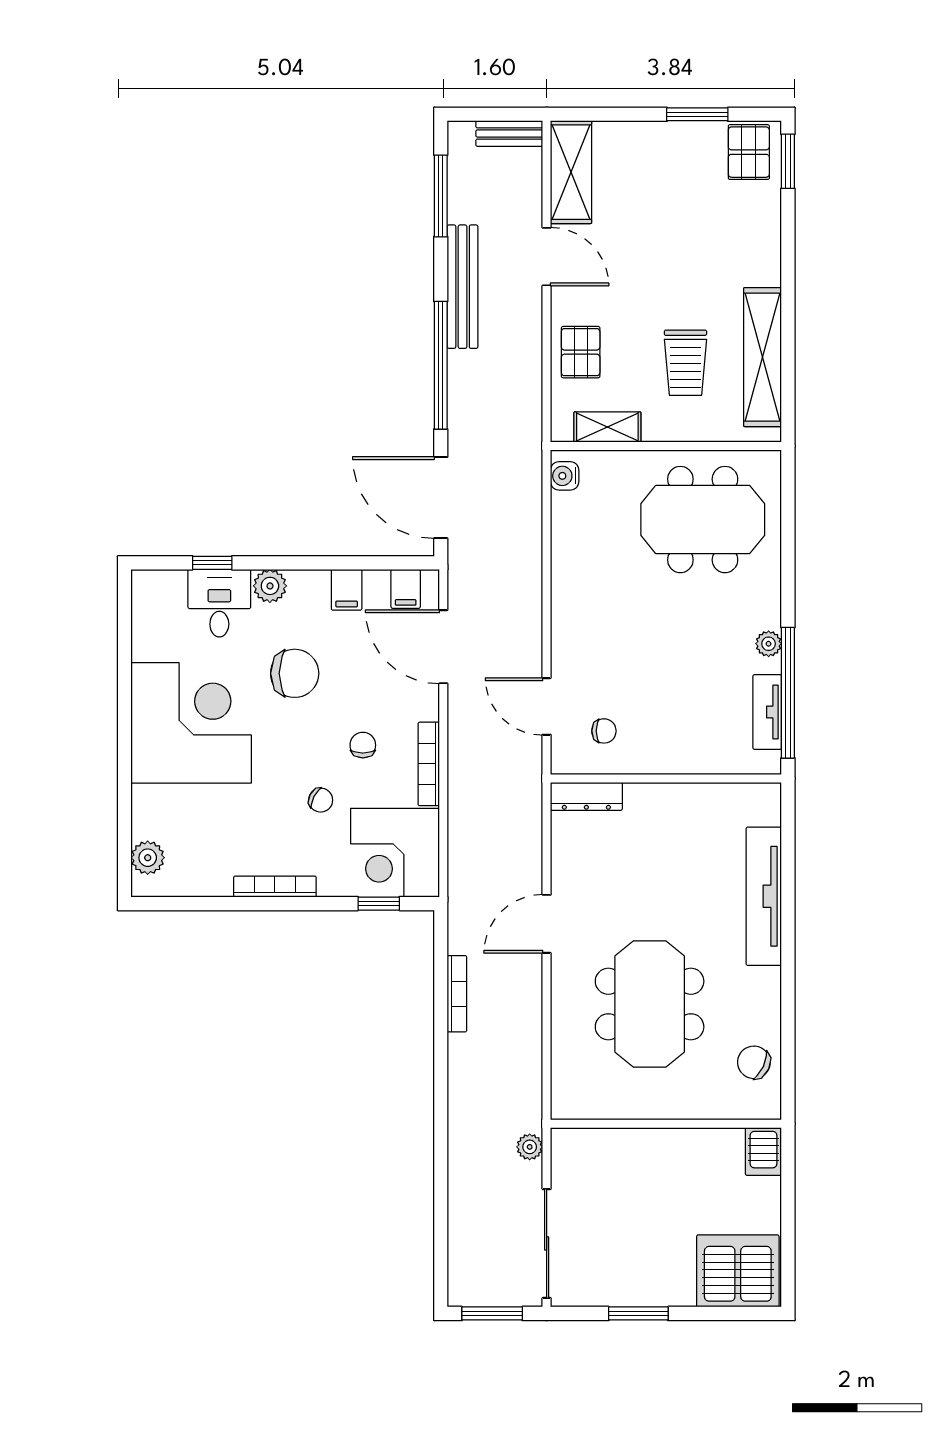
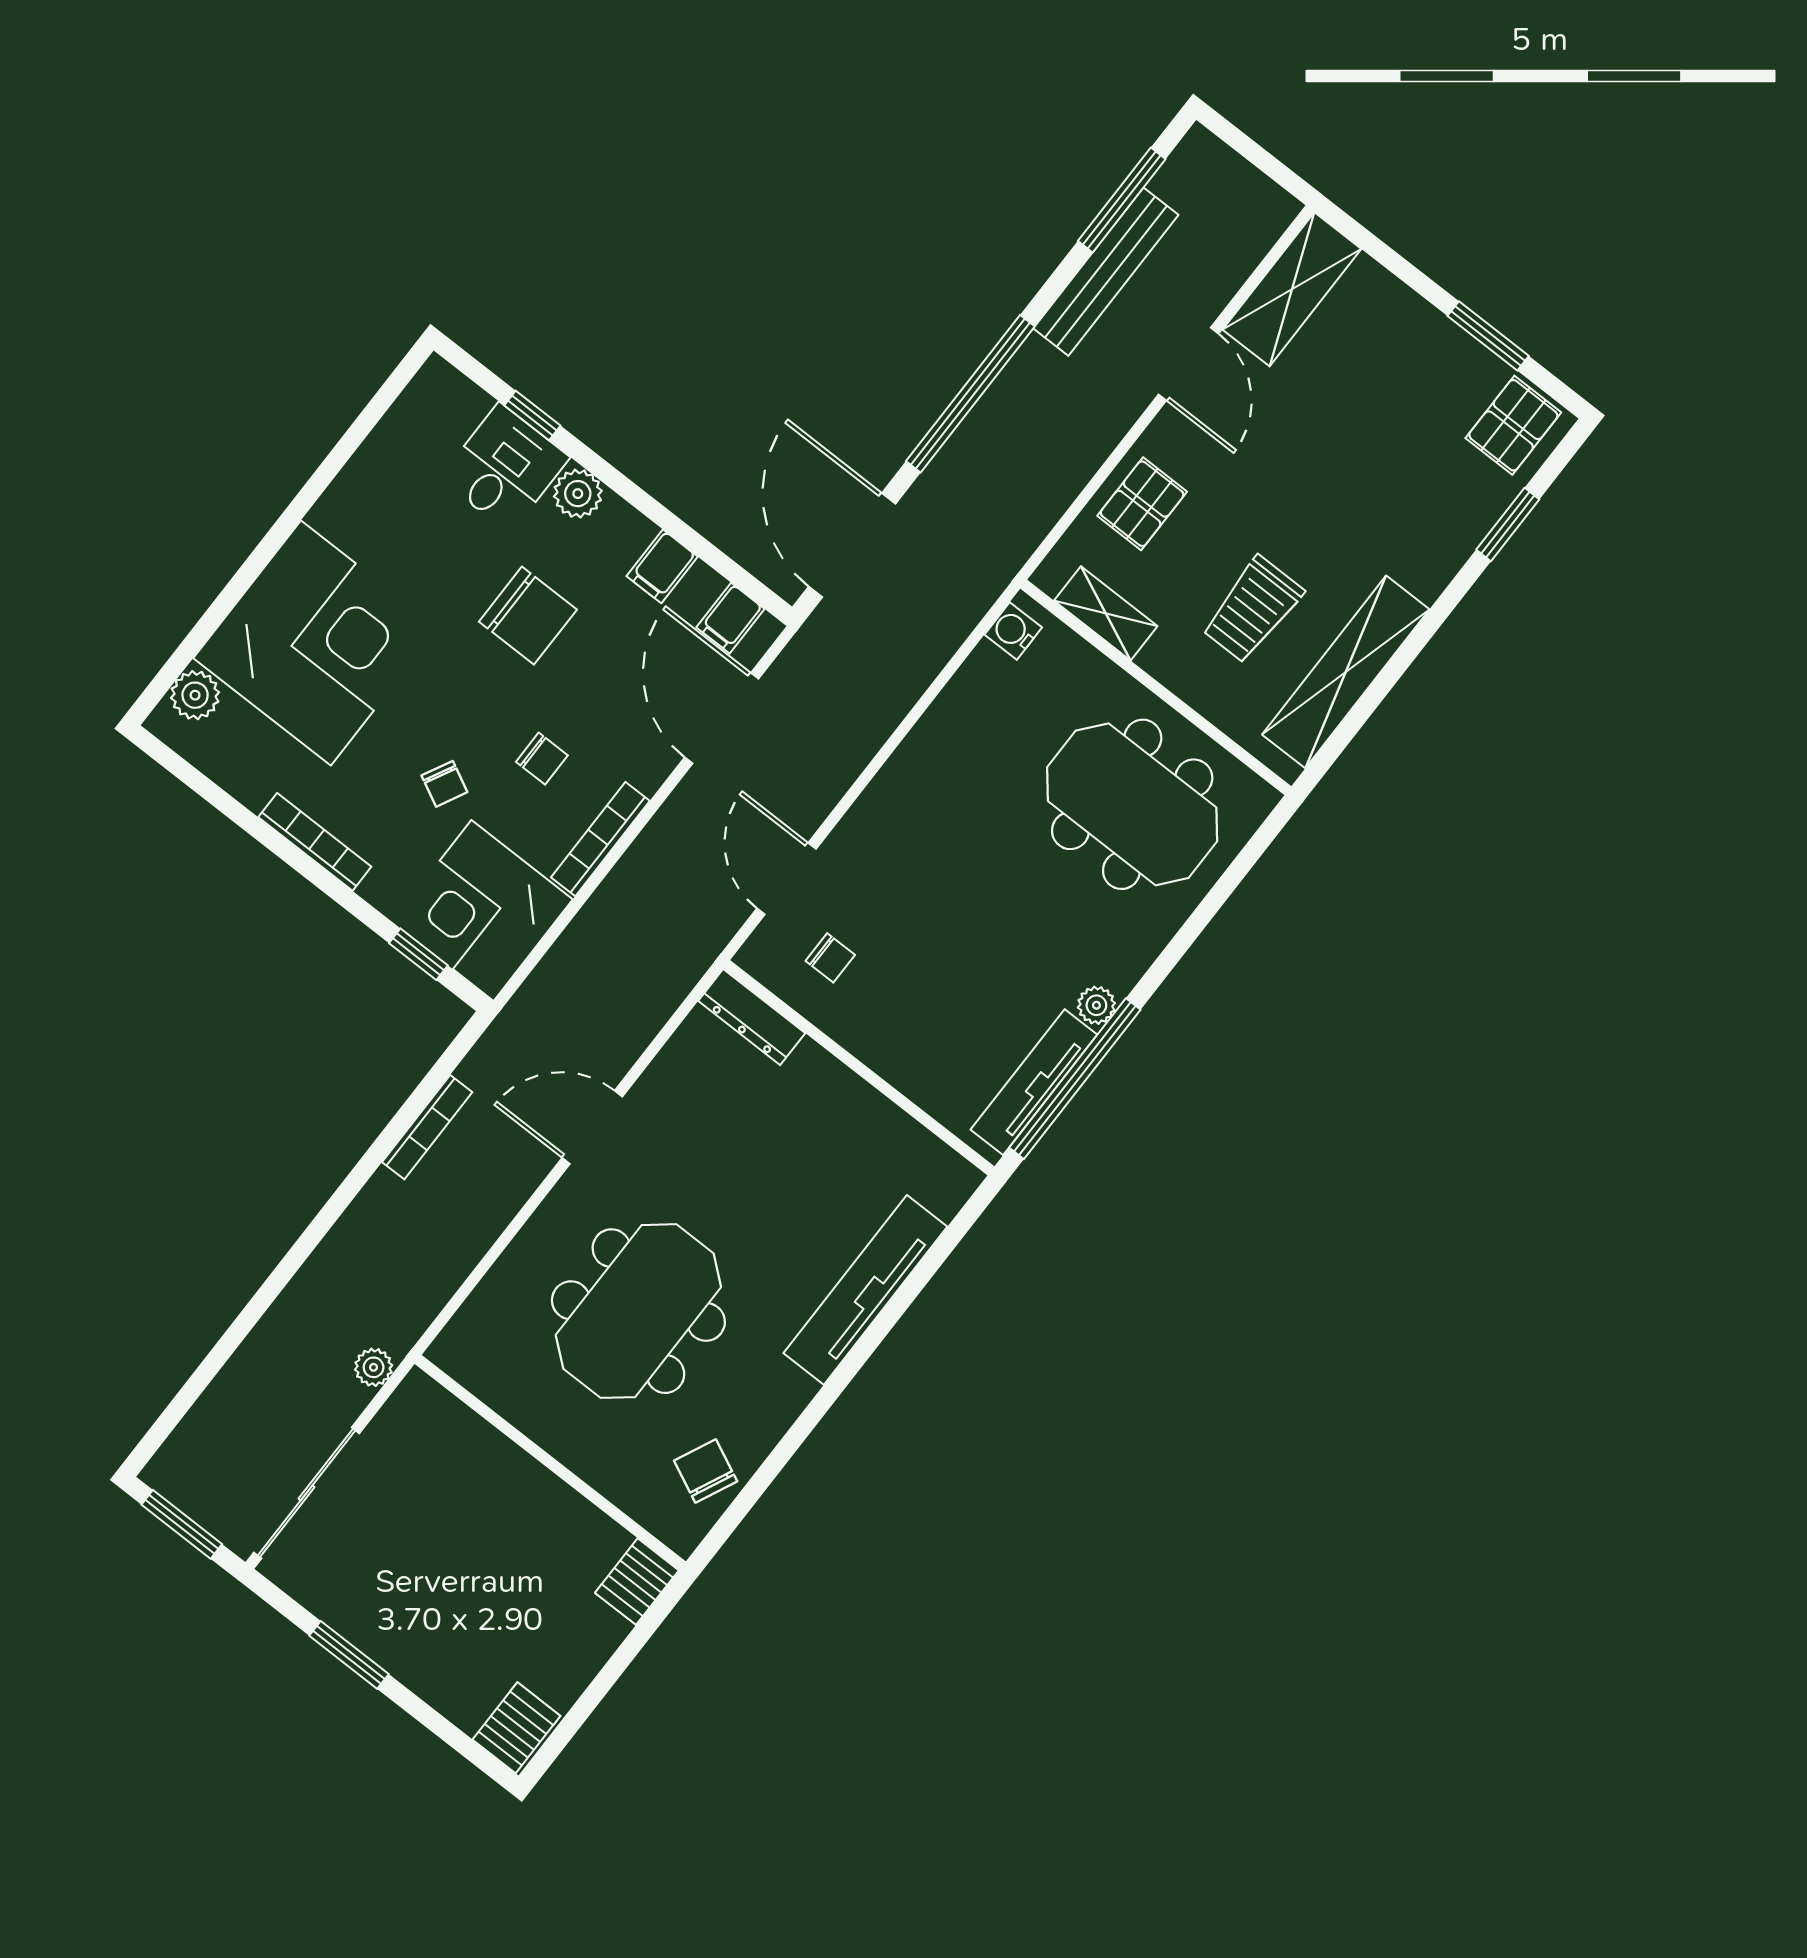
bench: (509, 134) -> (1256, 190), removed
window: (788, 161) -> (1508, 525), moved
bench: (463, 287) -> (1106, 272), moved
tv unit: (767, 712) -> (1034, 1082), width x1.41
corner desk: (191, 723) -> (316, 643), moved
chair: (363, 745) -> (542, 759), turned 90
server rack: (738, 1271) -> (516, 1728), width x0.46, depth x0.70

